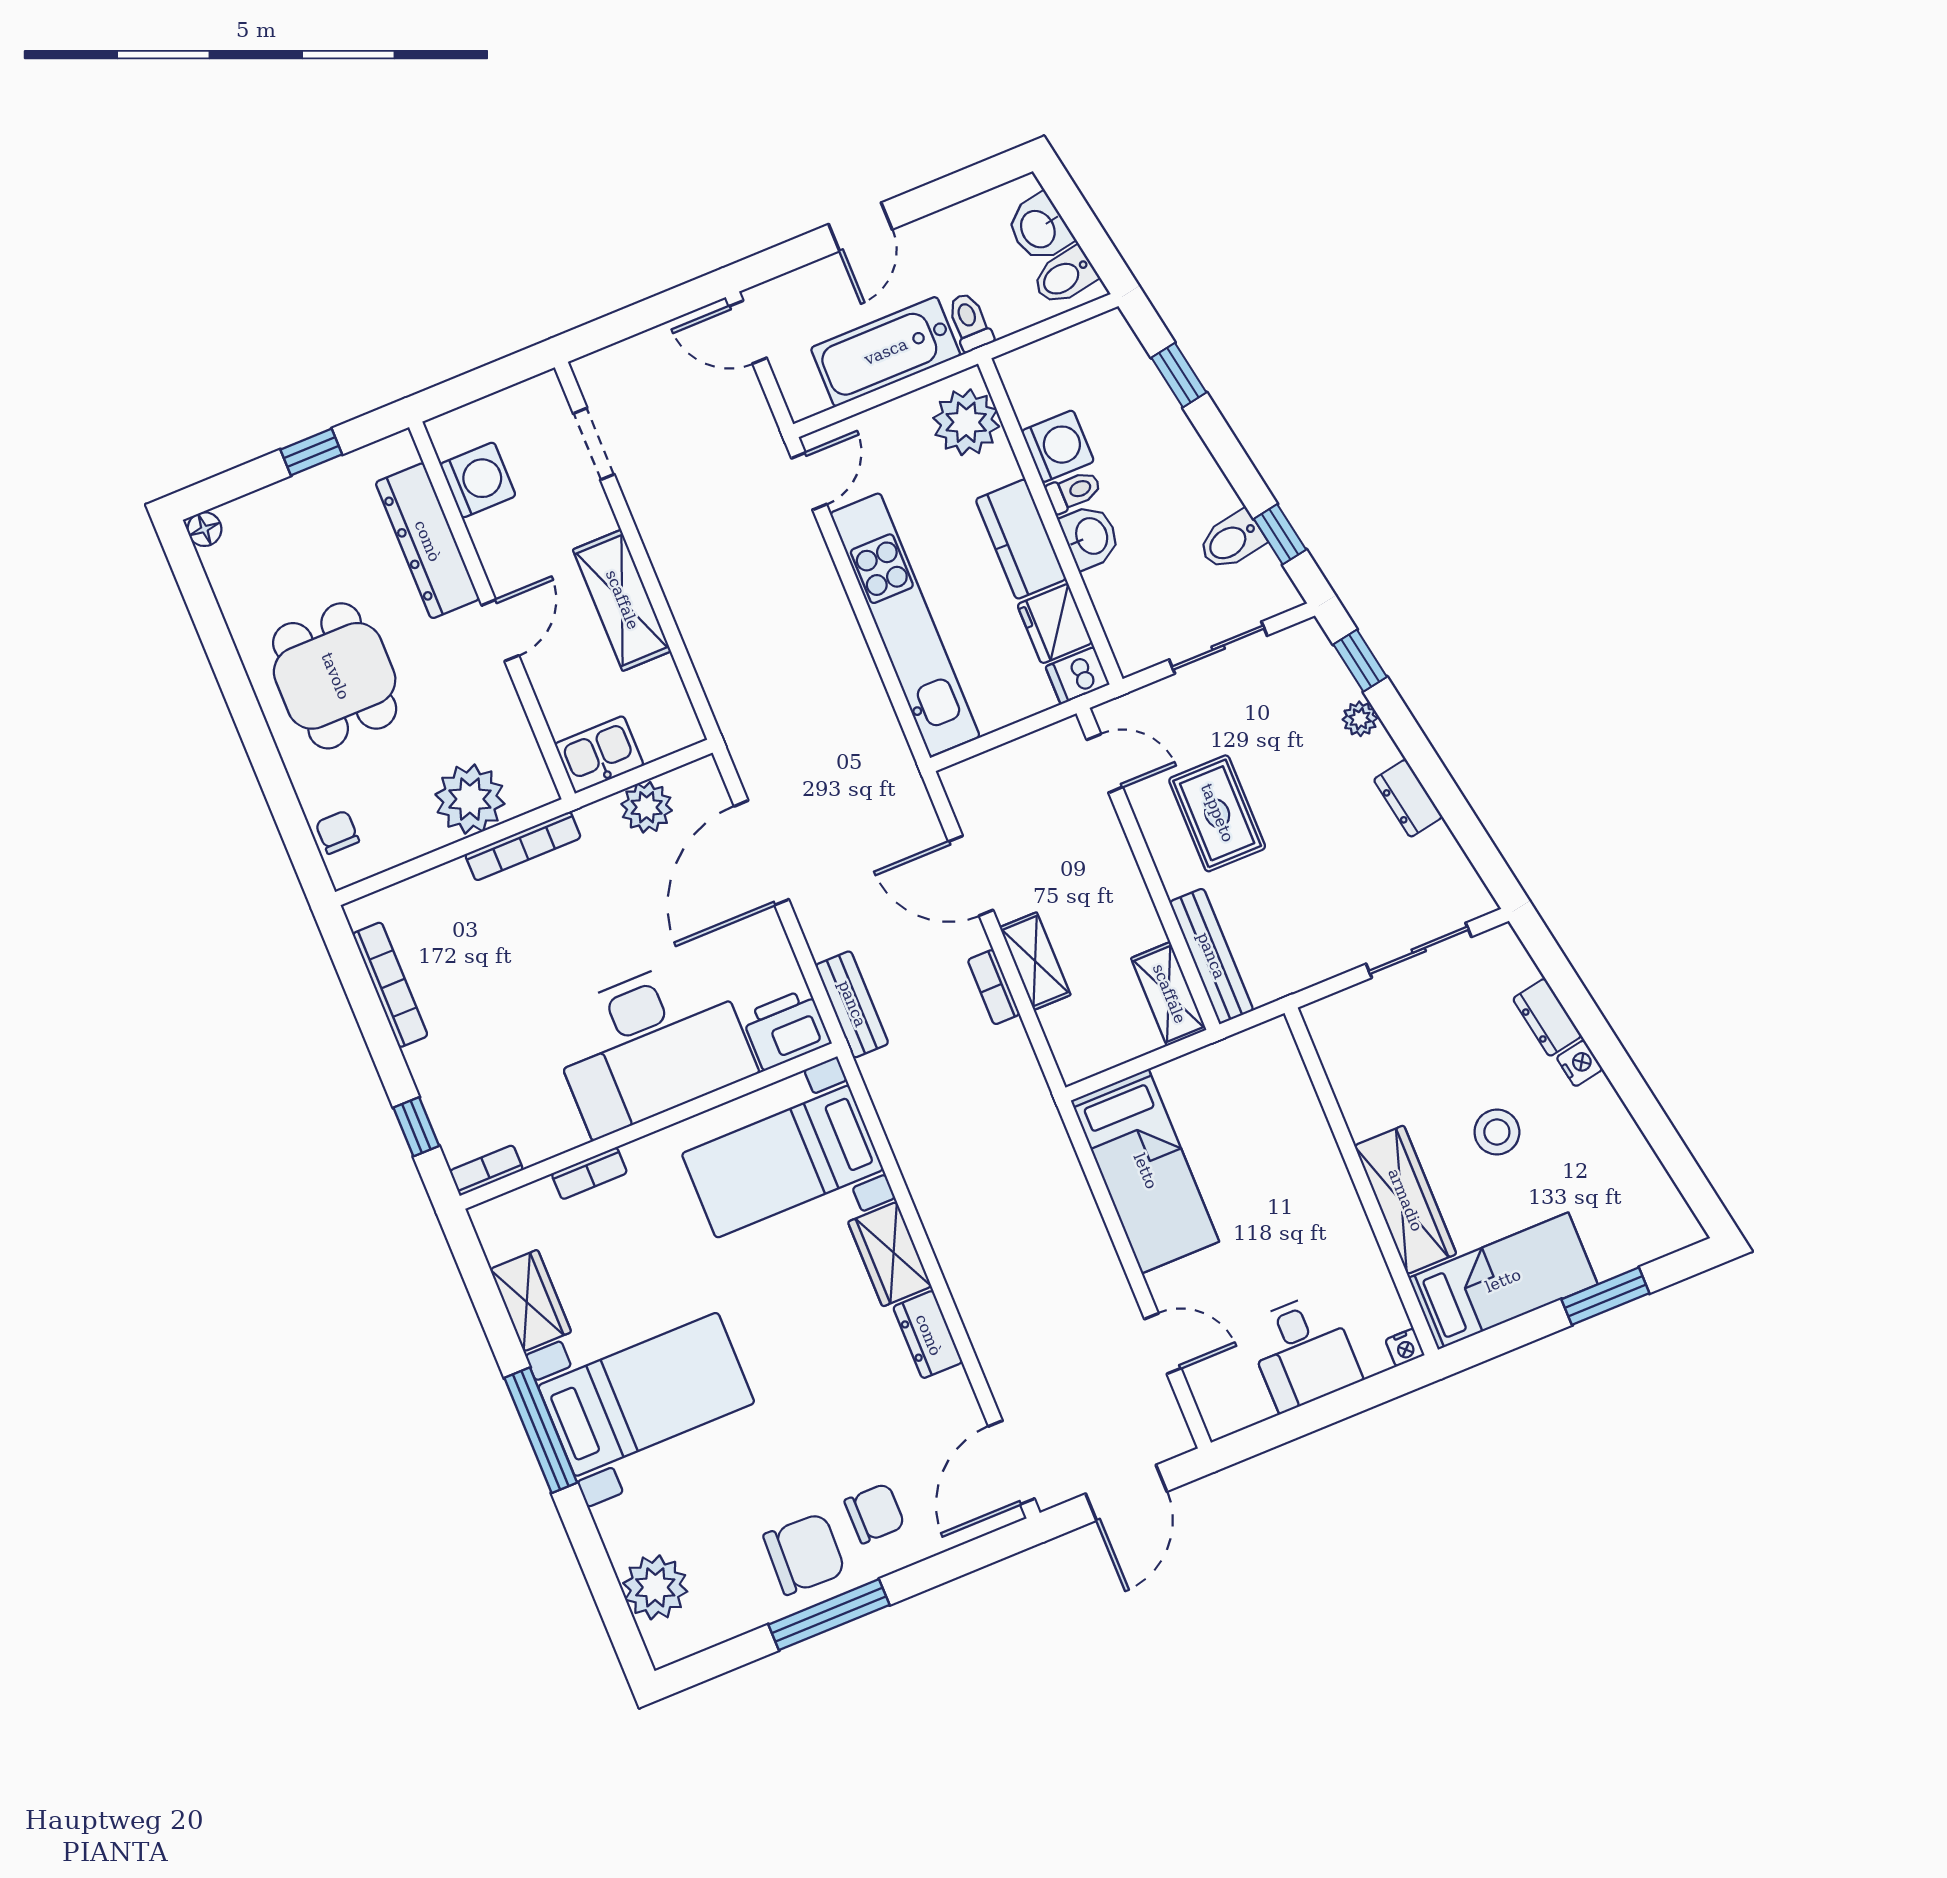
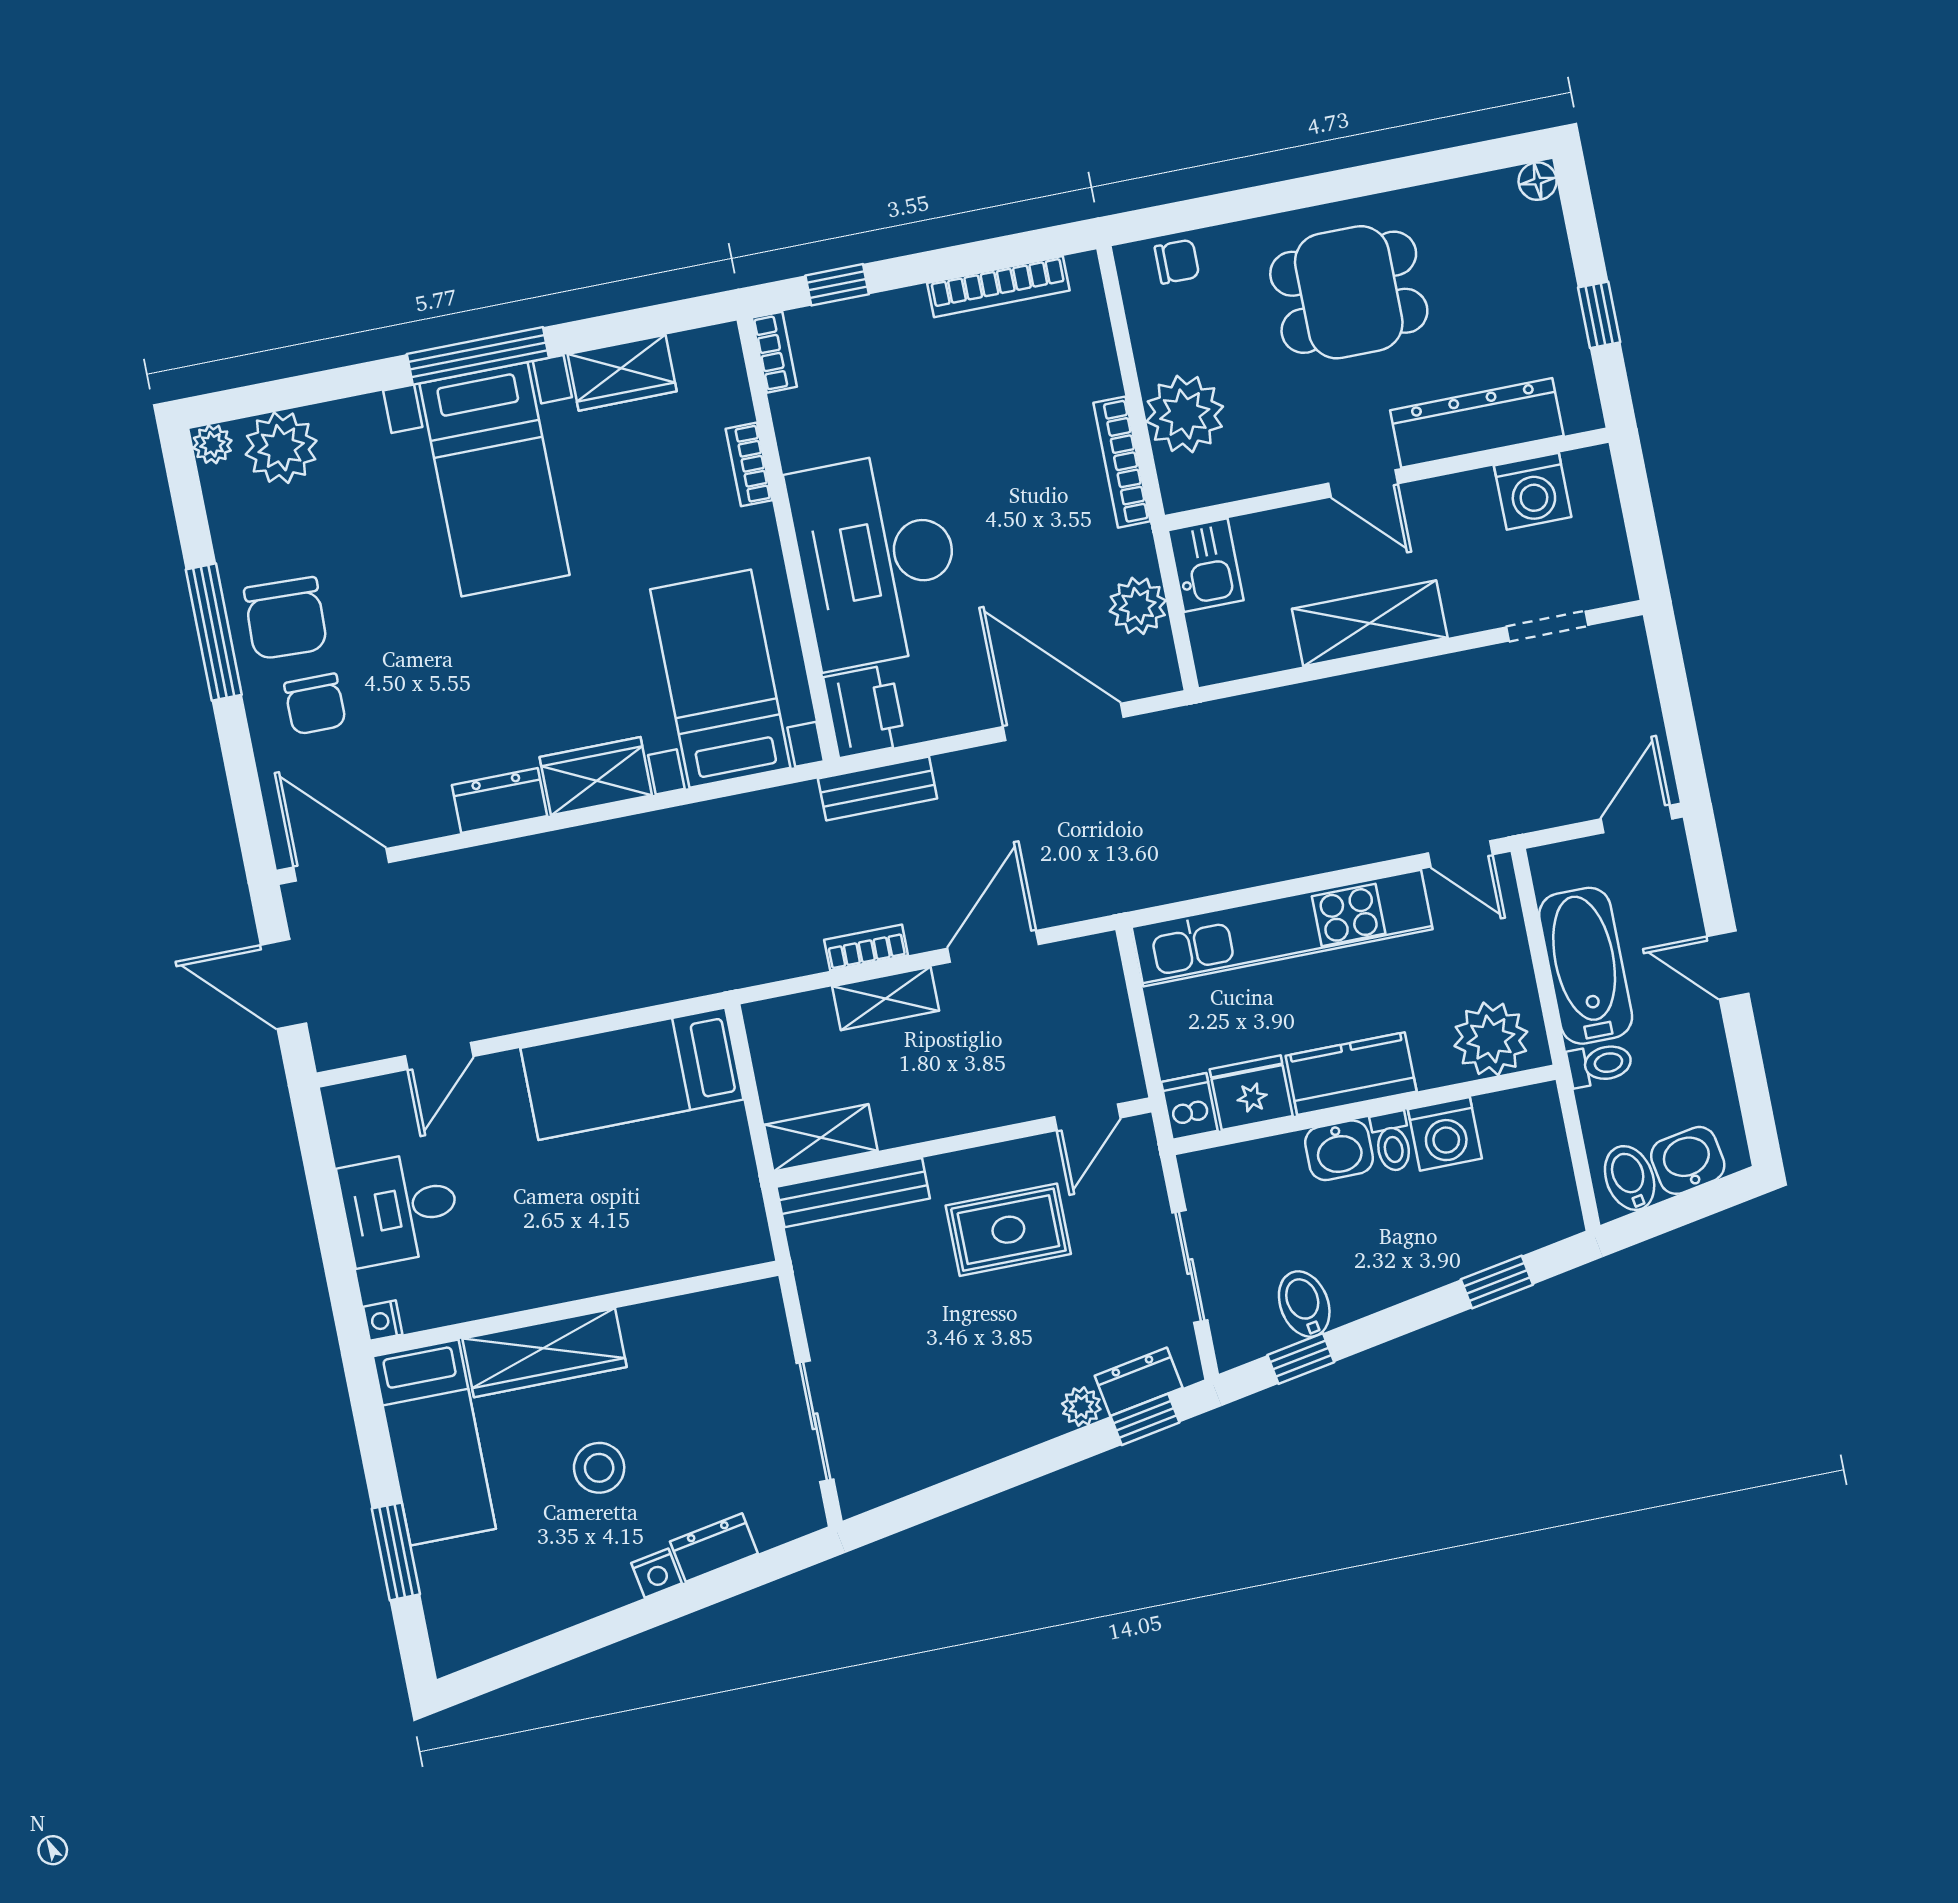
dresser: (1408, 798) -> (1139, 1382), moved
plant: (664, 1648) -> (212, 444), added

